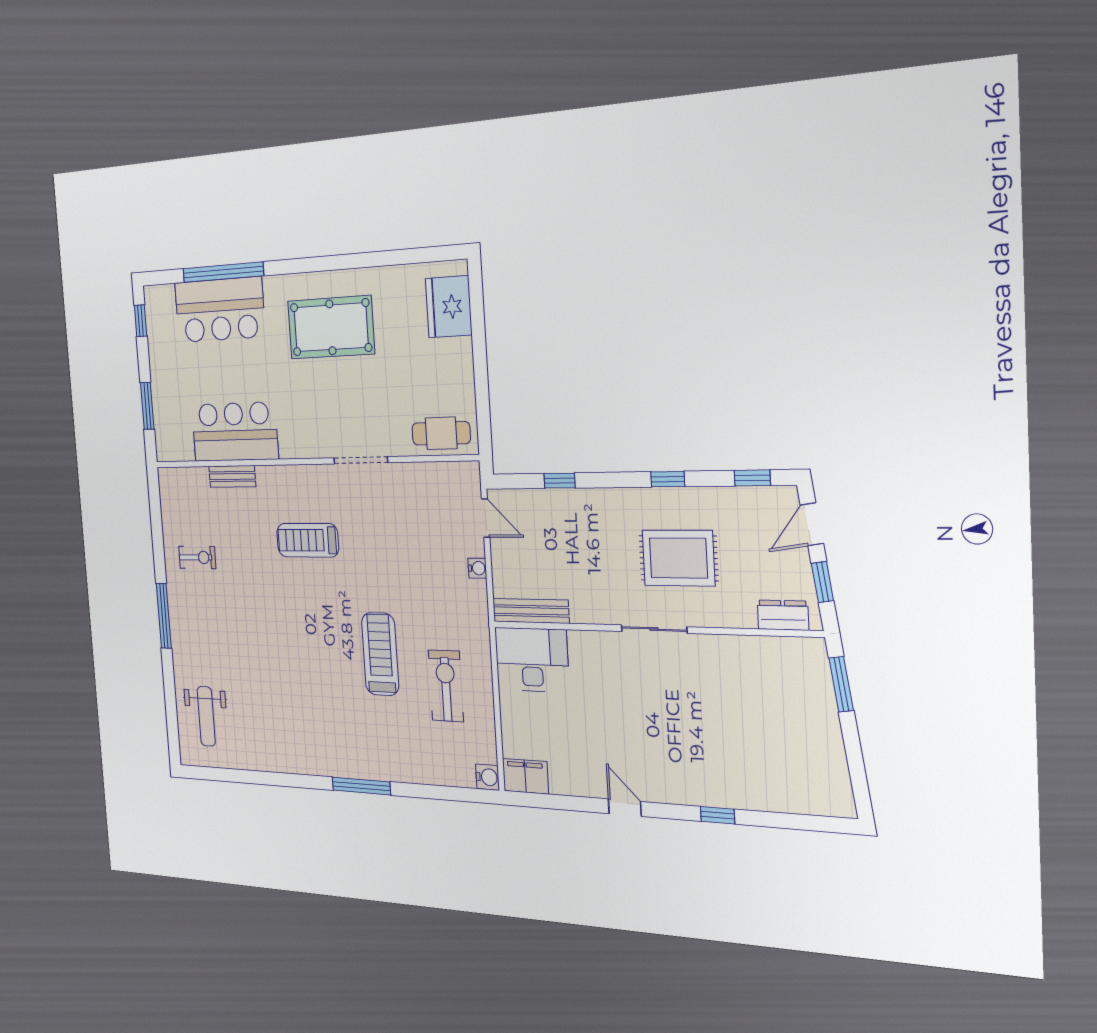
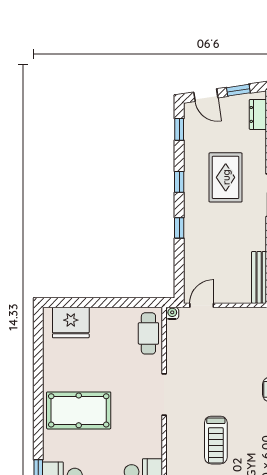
pool table: (331, 327) -> (79, 410), turned 90
window: (560, 481) -> (179, 228), moved
water cooler: (477, 568) -> (172, 313), moved

